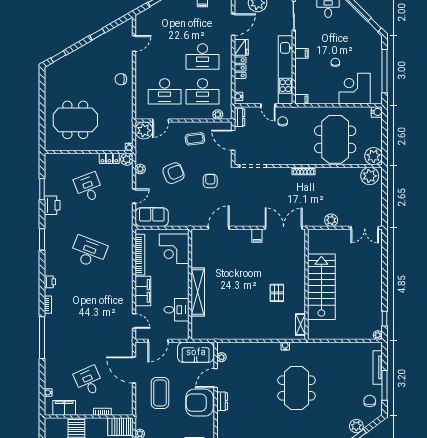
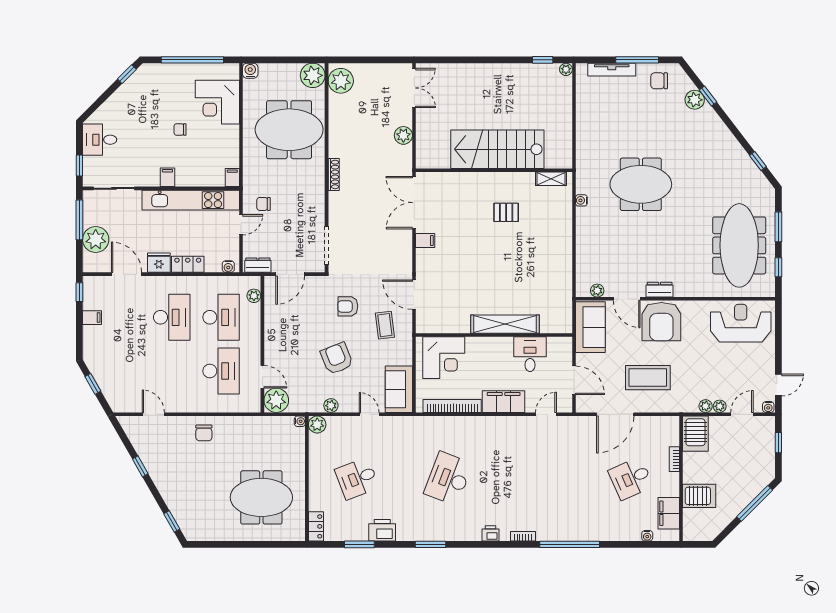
meeting table: (75, 120) -> (261, 497), turned 90
coffee table: (195, 139) -> (385, 325), moved
locker: (109, 158) -> (316, 526), moved

